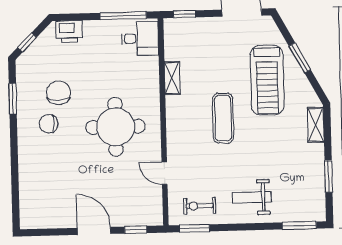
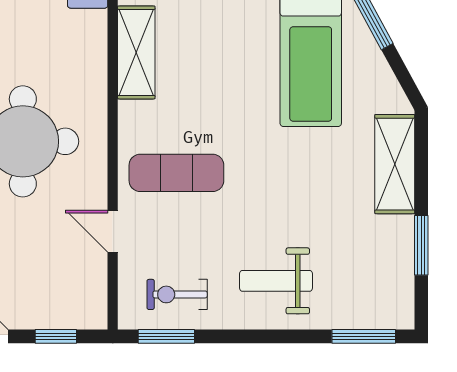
shelving: (172, 78) -> (136, 52), width x1.50, depth x1.33
exercise mat: (223, 118) -> (176, 173), moved, turned 90
shelving: (316, 125) -> (395, 164), width x1.50, depth x1.33

